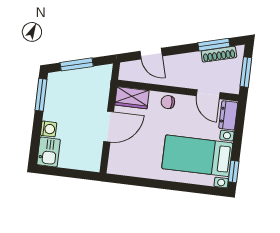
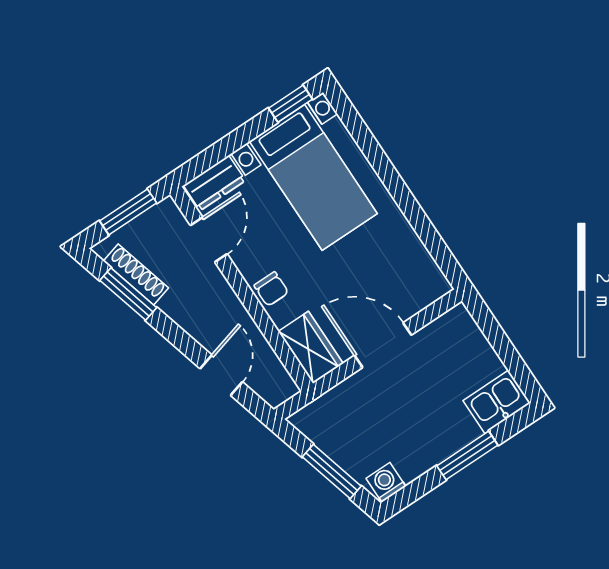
window: (41, 95) -> (467, 455), moved
washing machine: (49, 129) -> (386, 482), moved

